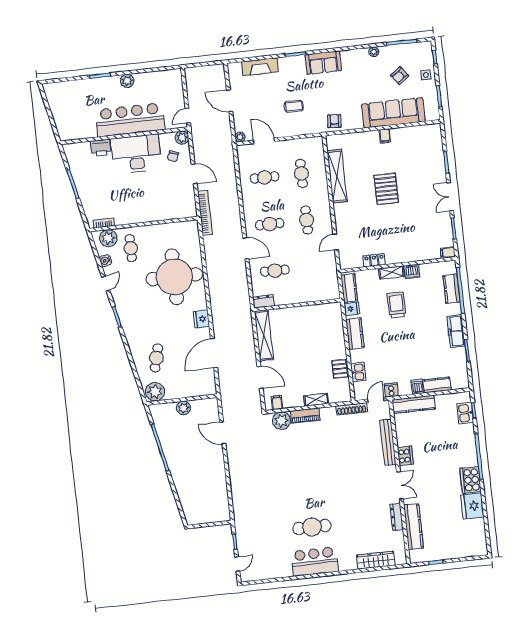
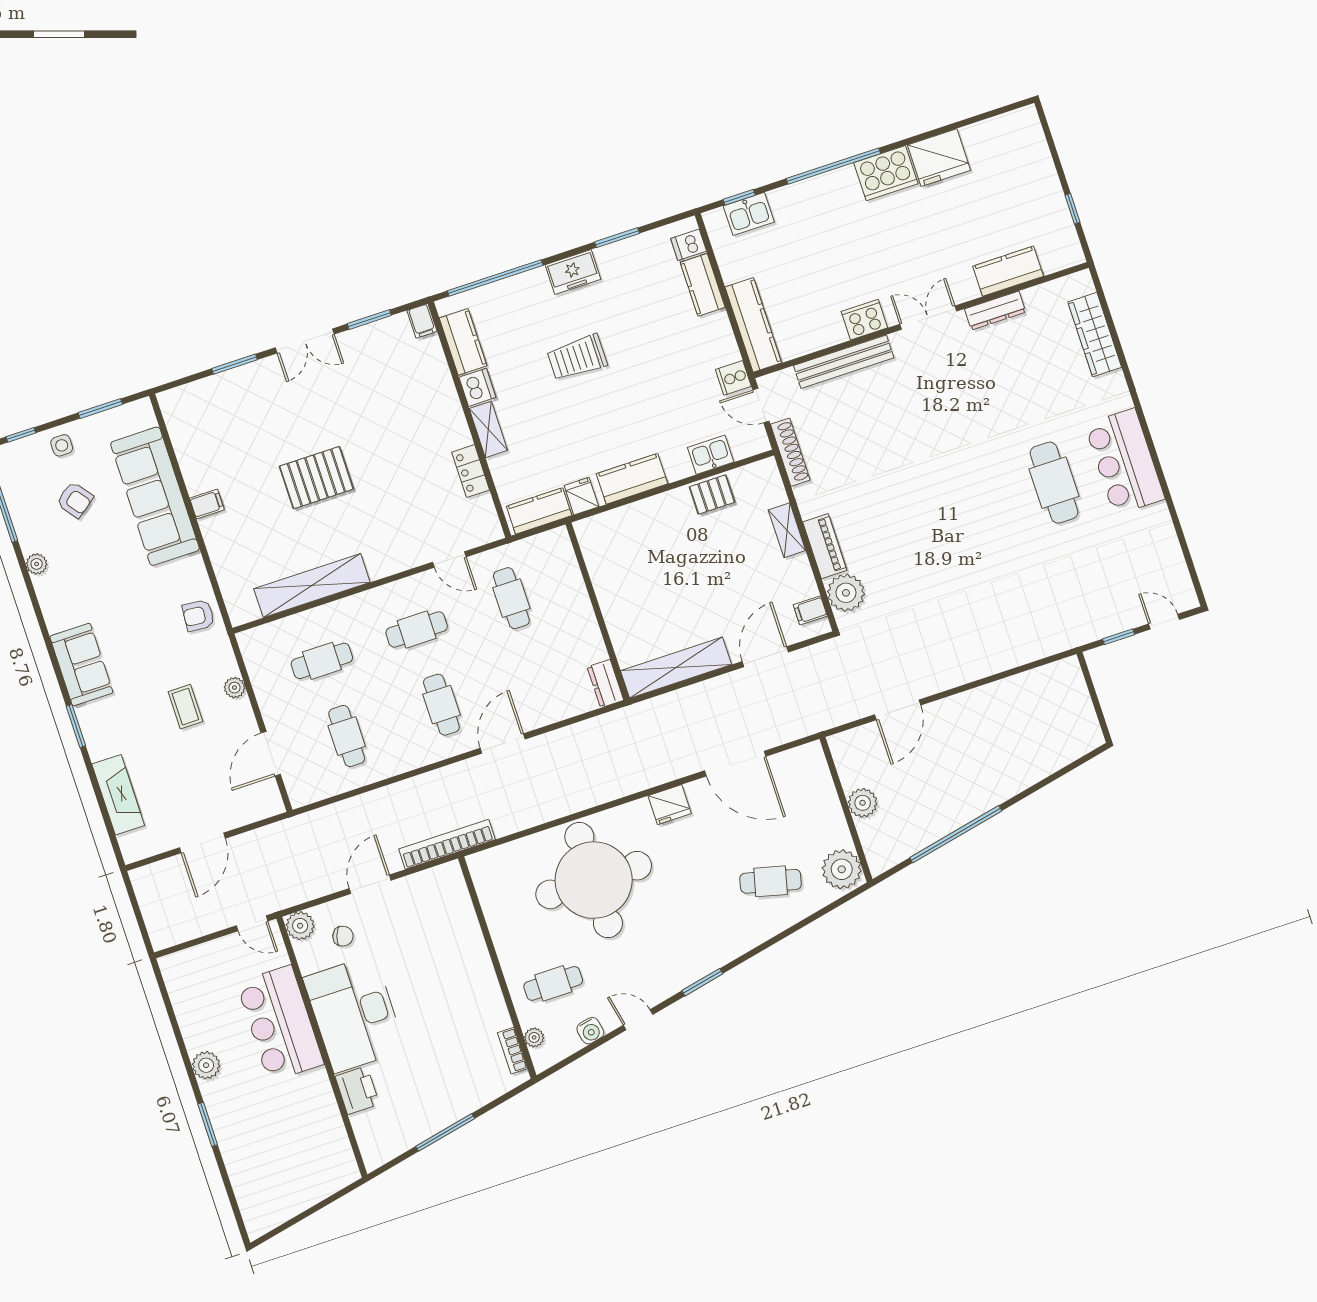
bar counter: (130, 120) -> (280, 1023), width x0.73
plant: (240, 137) -> (235, 688), moved
plant: (108, 238) -> (534, 1037), width x0.53, depth x0.53
cafe table: (275, 271) -> (511, 598), moved
kitchen counter: (452, 289) -> (463, 342), moved, turned -90
trolley: (396, 305) -> (577, 357), moved
freezer: (456, 331) -> (573, 272), width x0.71
dishwasher: (417, 387) -> (689, 245), moved
kitchen counter: (413, 527) -> (1008, 271), width x0.67

